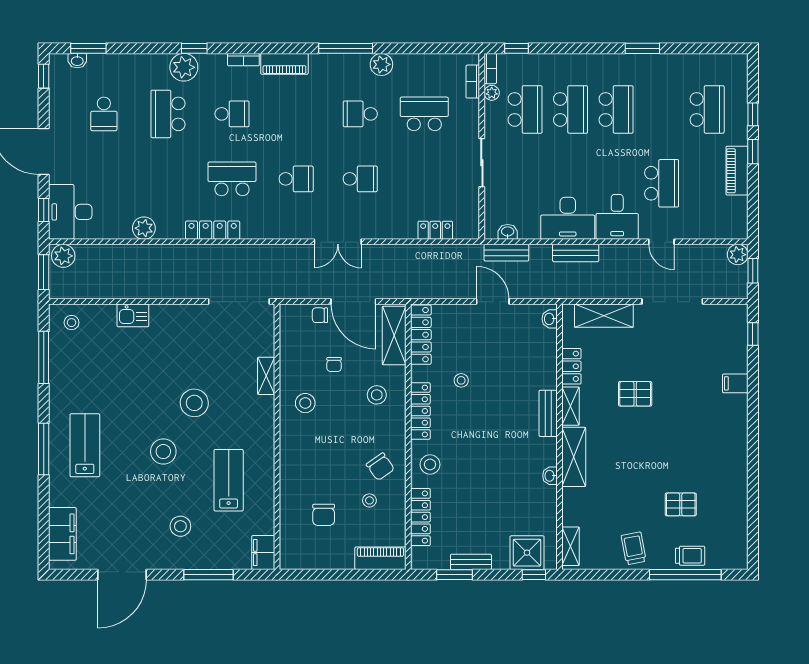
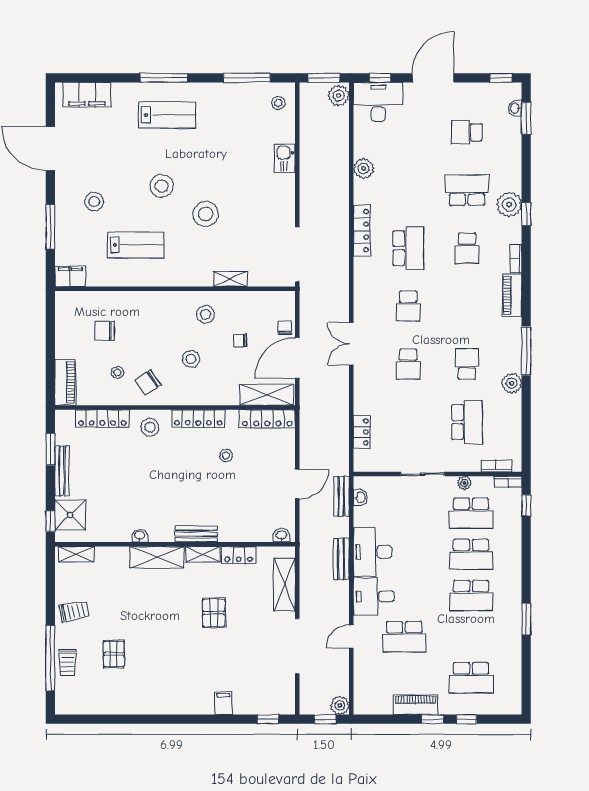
plant: (492, 93) -> (464, 483), moved
stool: (377, 395) -> (191, 359), moved
bench: (471, 562) -> (62, 471), width x1.36

